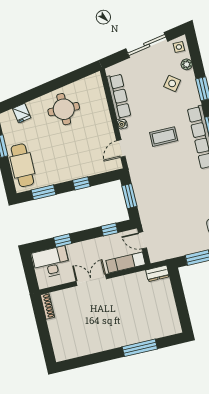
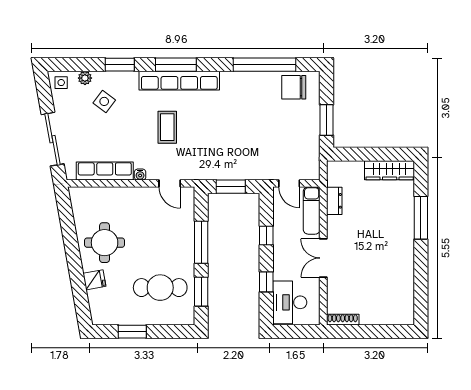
sliding door: (147, 45) -> (53, 139), moved
fridge: (22, 113) -> (94, 280), moved
cafe table: (22, 165) -> (160, 288), moved
window: (81, 183) -> (201, 242), width x2.17
window: (110, 230) -> (266, 235), moved
door: (142, 240) -> (289, 183), hinge flipped
dresser: (157, 273) -> (334, 201), moved
wardrobe: (171, 315) -> (390, 170), added

